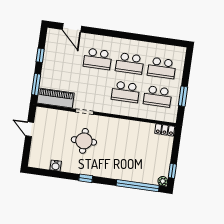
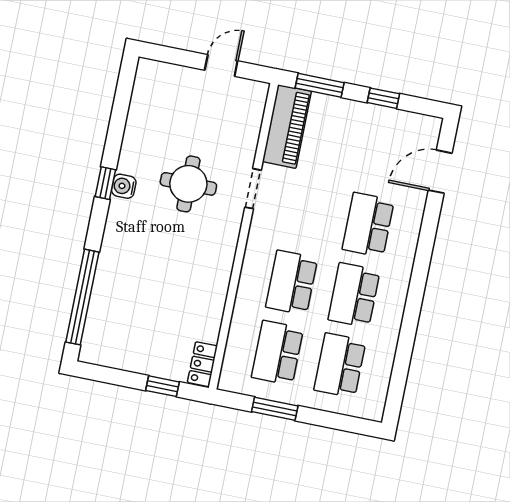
water cooler: (56, 166) -> (124, 186), moved
window: (172, 171) -> (163, 386), moved
plant: (163, 181) -> (89, 353), removed

